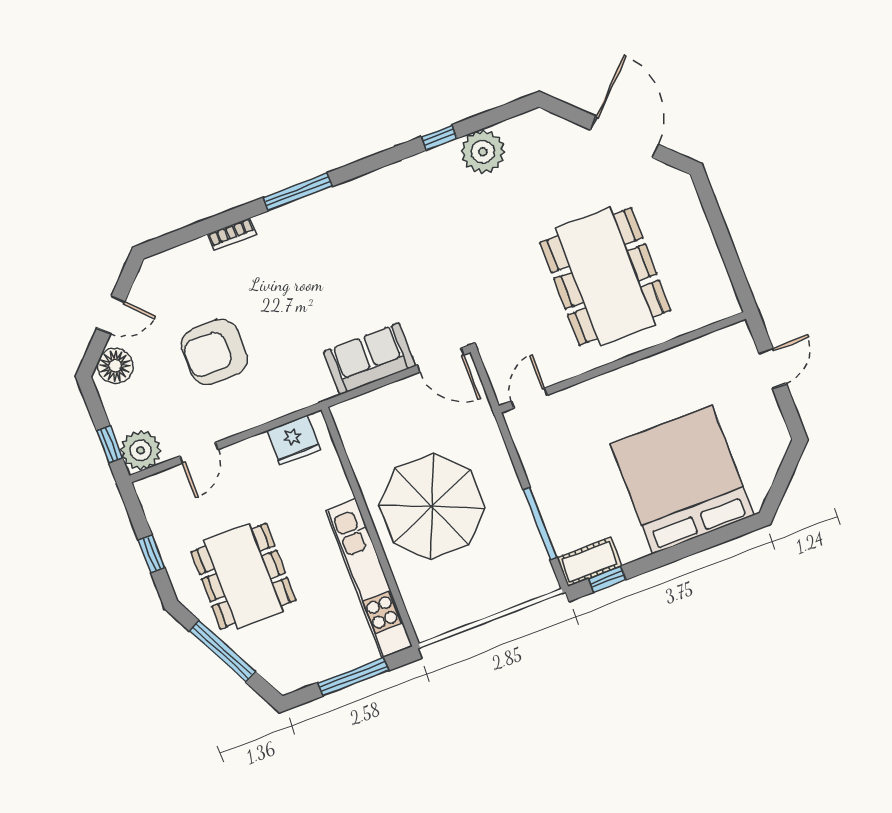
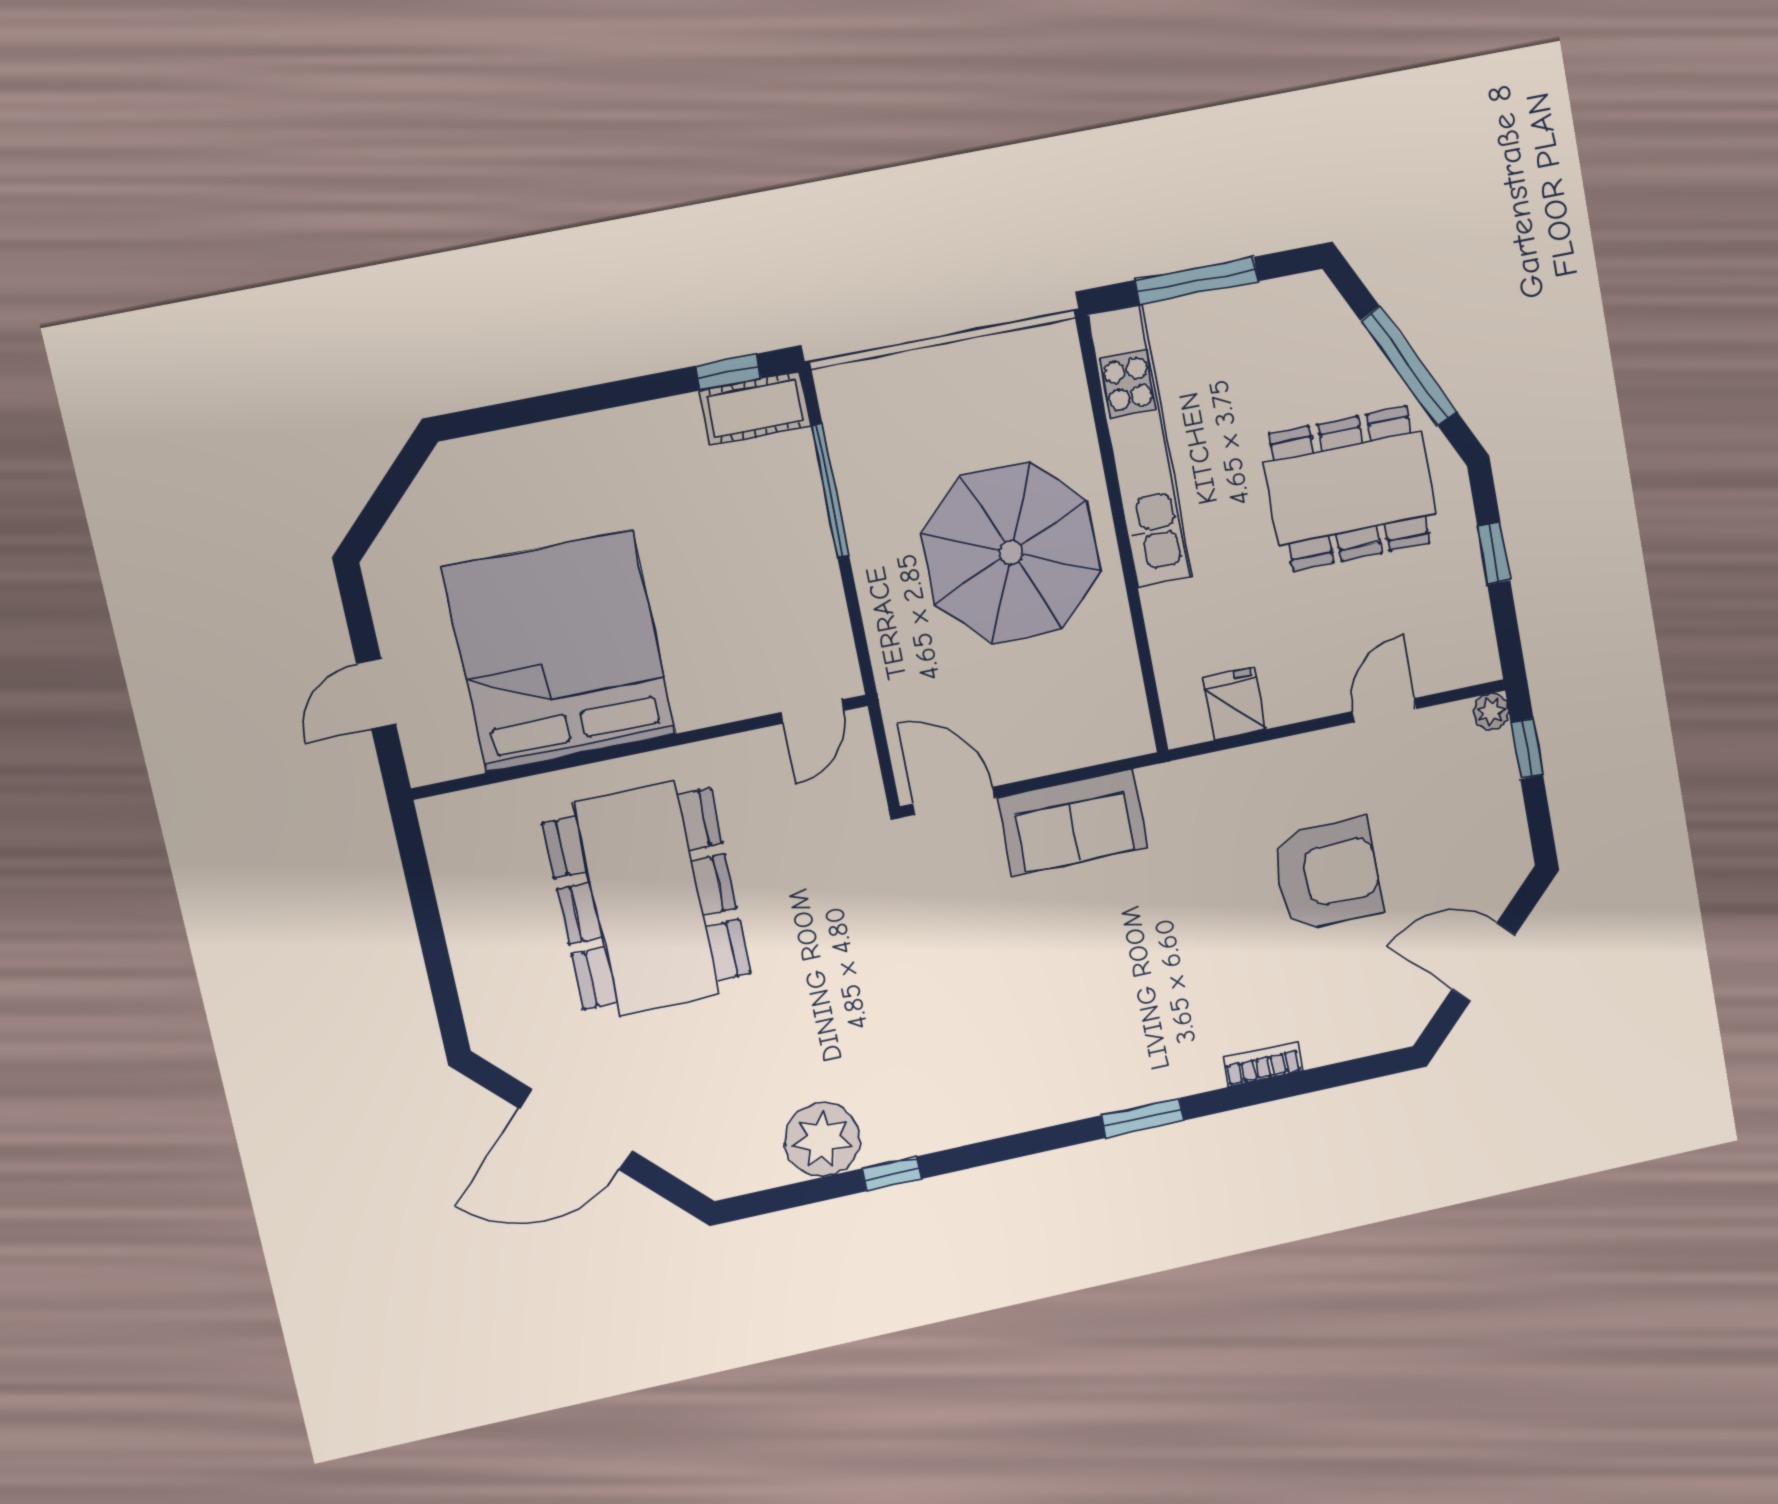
door: (624, 137) -> (576, 1130), hinge flipped
window: (298, 192) -> (1143, 1118), width x0.69
door: (111, 315) -> (1483, 962), width x1.38
floor lamp: (115, 366) -> (1493, 877), removed
fridge: (294, 440) -> (1234, 704), width x0.72
plant: (141, 450) -> (1491, 712), width x0.53, depth x0.53
bed: (682, 480) -> (559, 651), moved, turned 180
dining table: (243, 576) -> (1350, 489), turned 90

